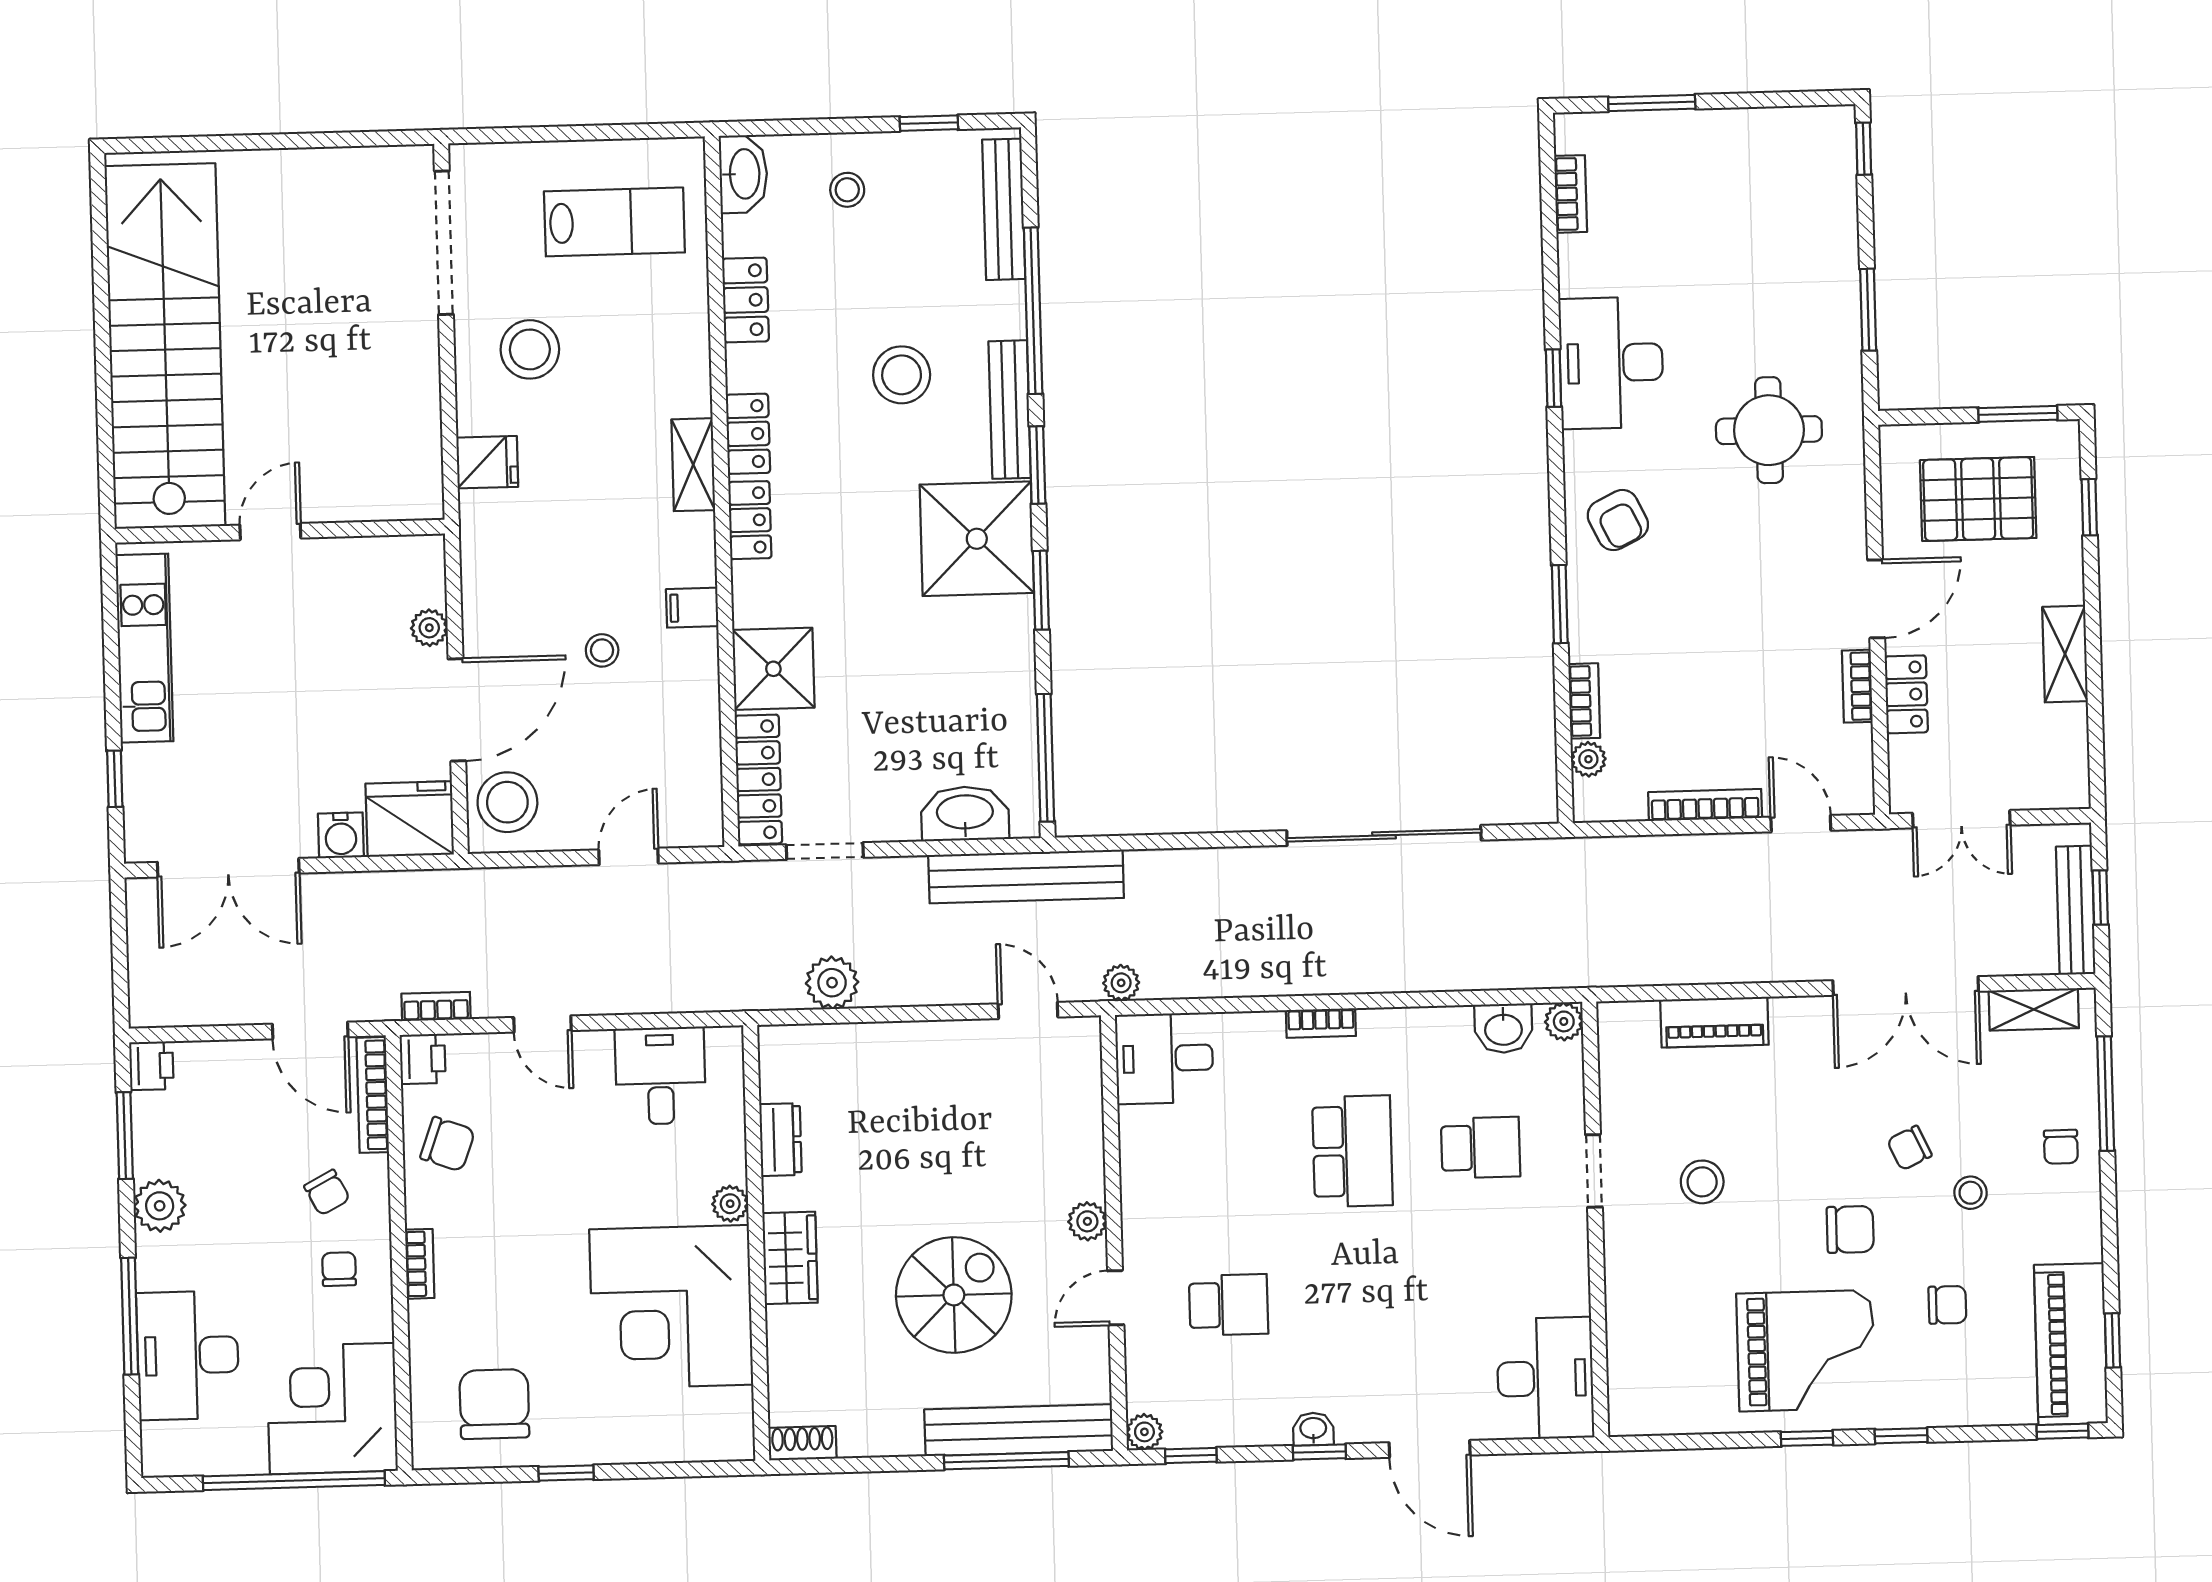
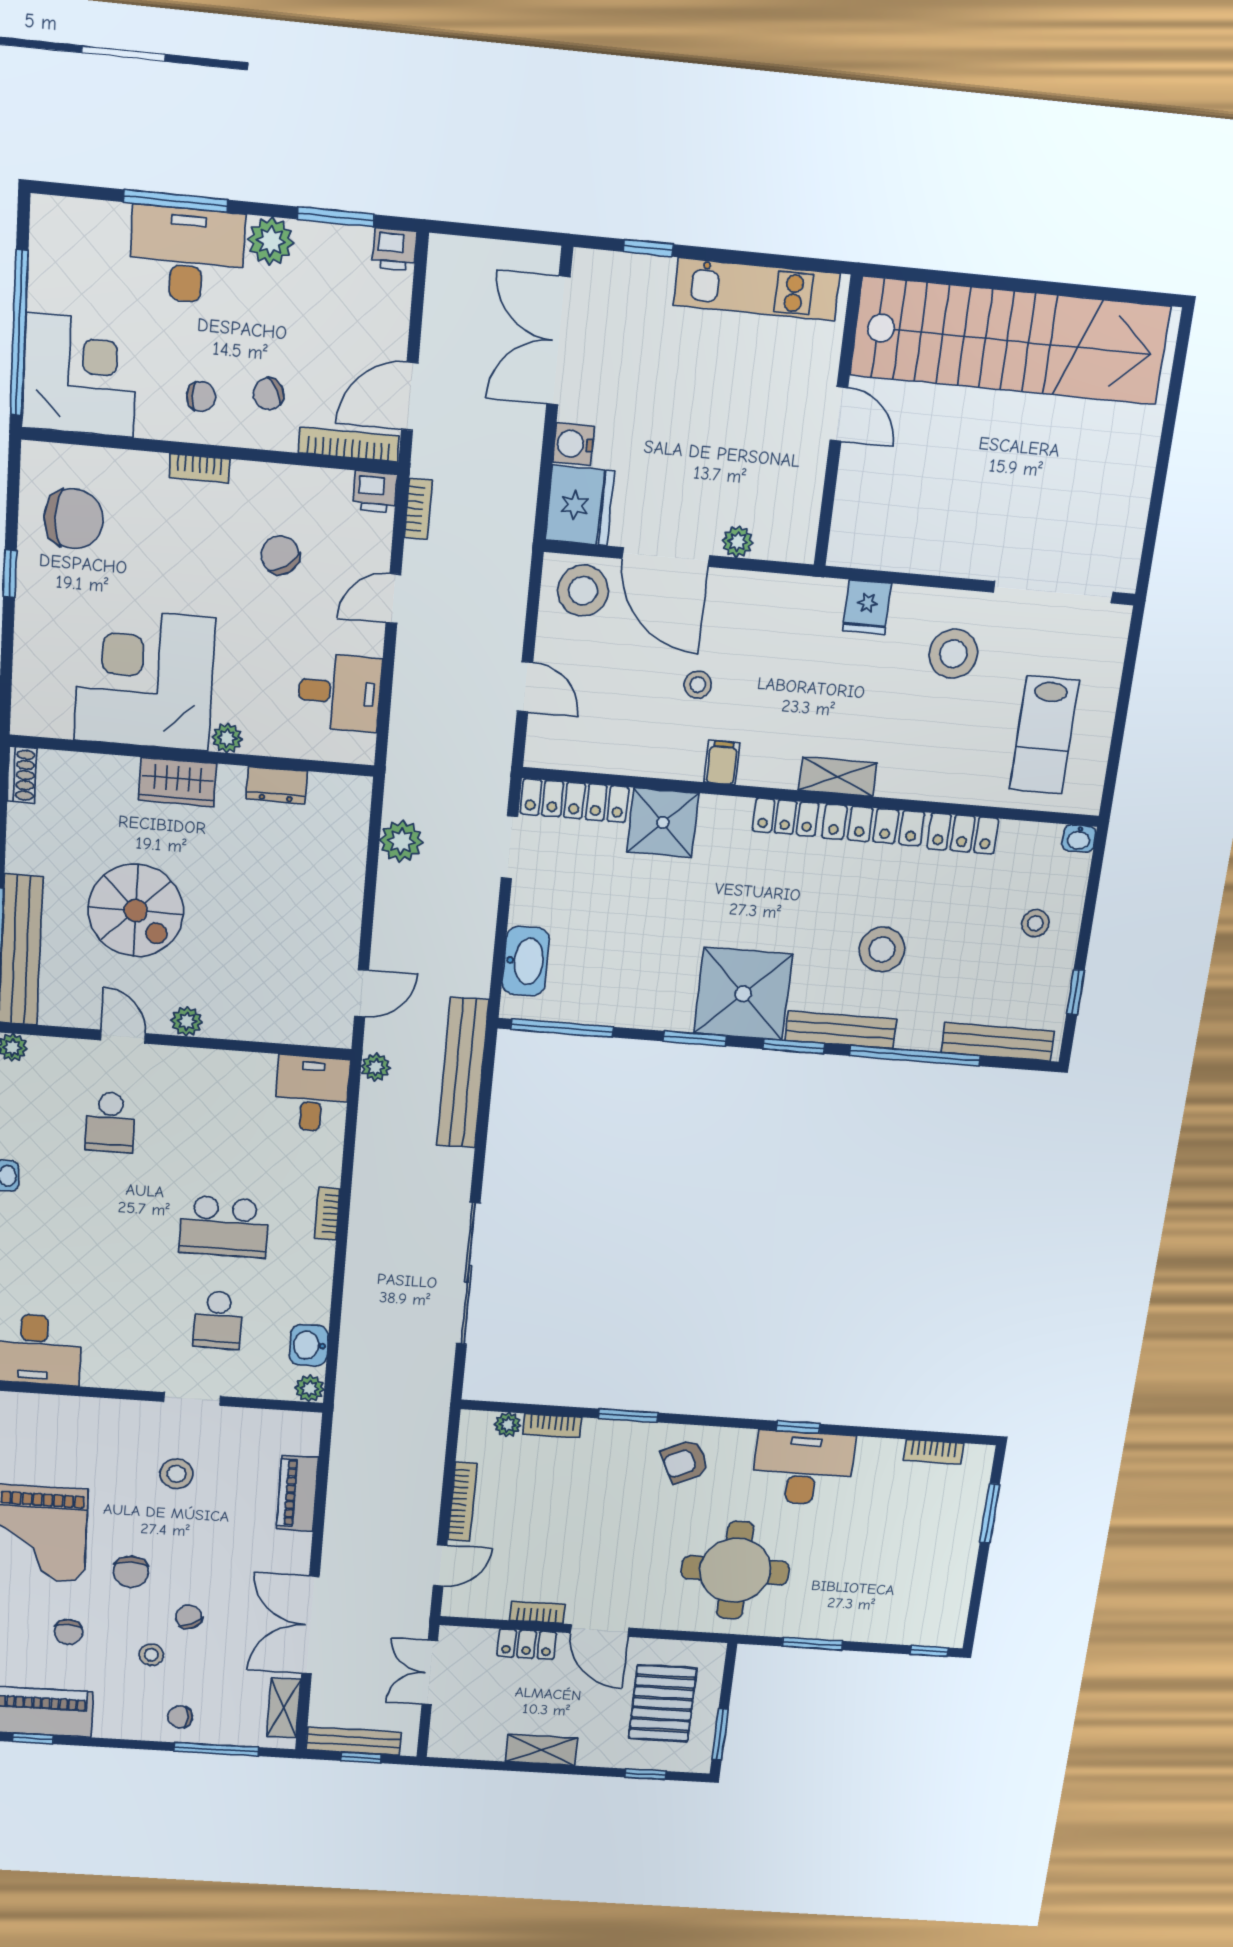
washbasin: (743, 174) -> (1079, 838), width x0.52, depth x0.69
round table: (1769, 430) -> (735, 1570), width x1.36, depth x1.36
locker: (748, 434) -> (873, 825), width x1.53
bench: (1026, 876) -> (463, 1073), moved
chair: (448, 1144) -> (280, 555), moved, turned 126
desk: (188, 1355) -> (187, 255), moved

